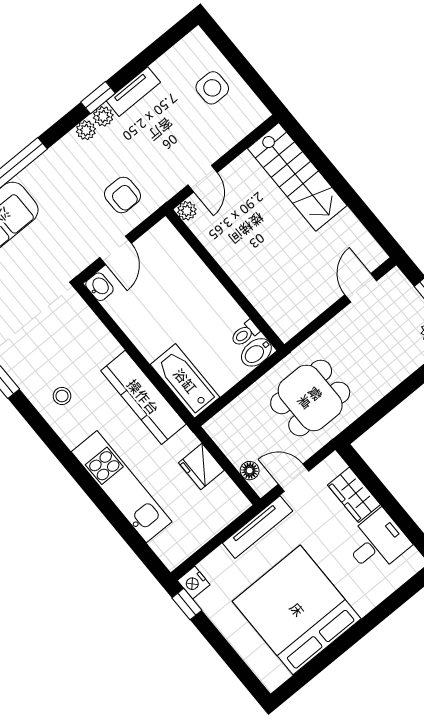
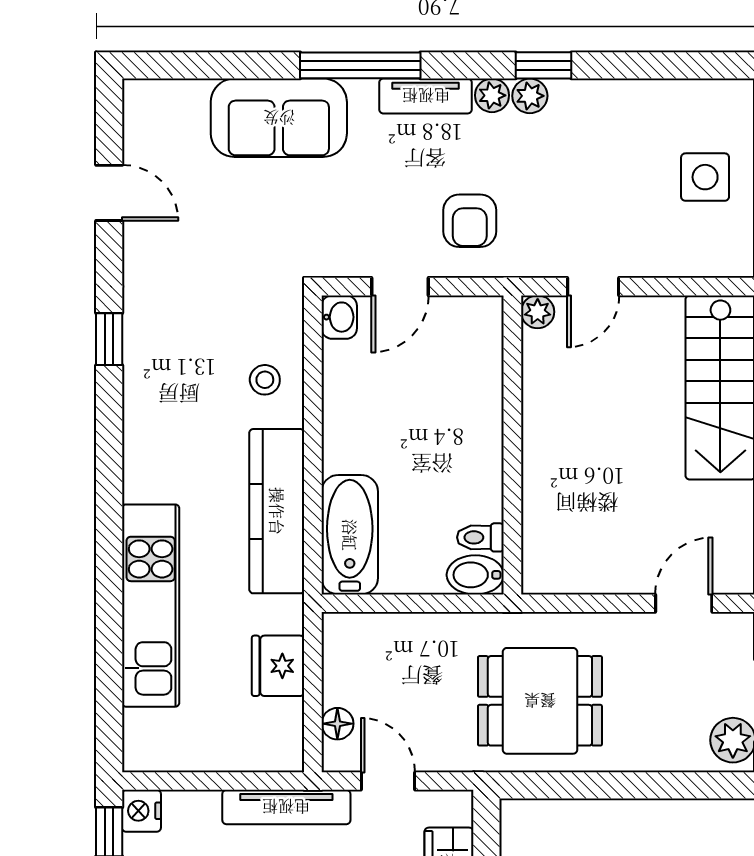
tv unit: (133, 92) -> (426, 96), moved
stool: (62, 396) -> (265, 380), moved
dining table: (310, 398) -> (540, 701), moved

